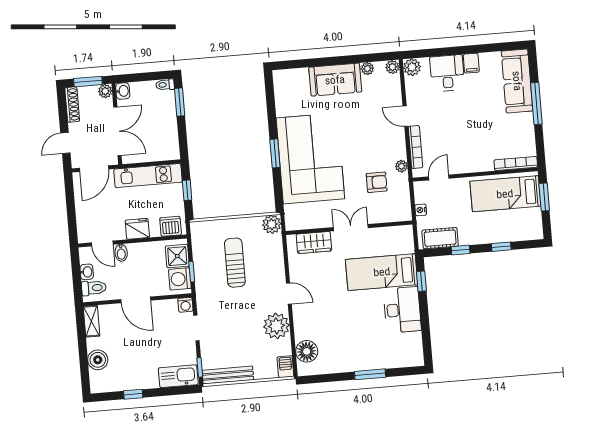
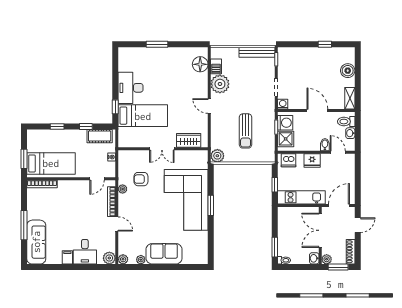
barbecue: (285, 367) -> (216, 66), moved
kitchen sink: (178, 376) -> (292, 54), removed

